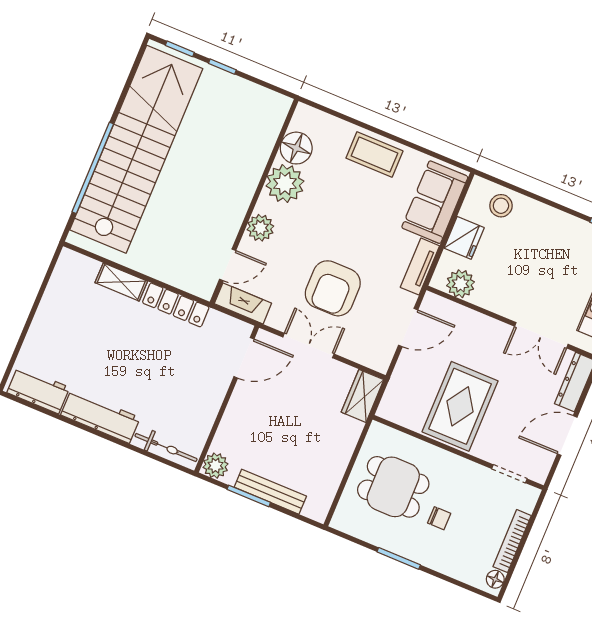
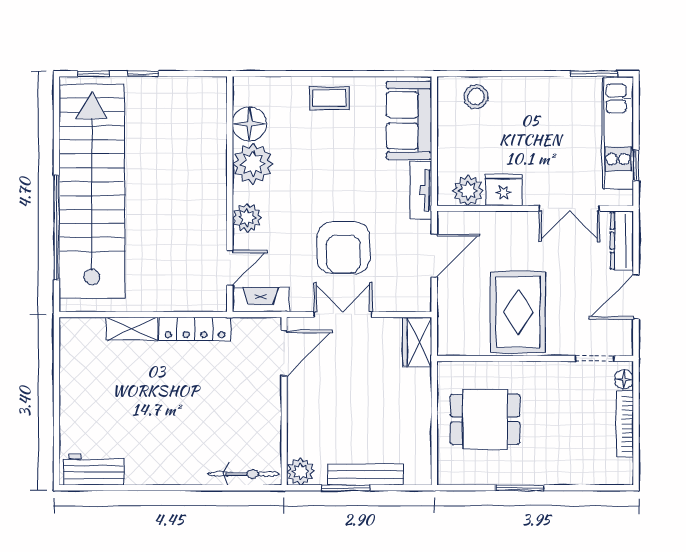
coffee table: (374, 154) -> (330, 98), width x0.73, depth x0.77
fridge: (464, 238) -> (504, 190), moved, turned -90
workbench: (100, 416) -> (166, 470), removed
chair: (439, 518) -> (543, 431), removed
floor lamp: (495, 579) -> (624, 379), moved

